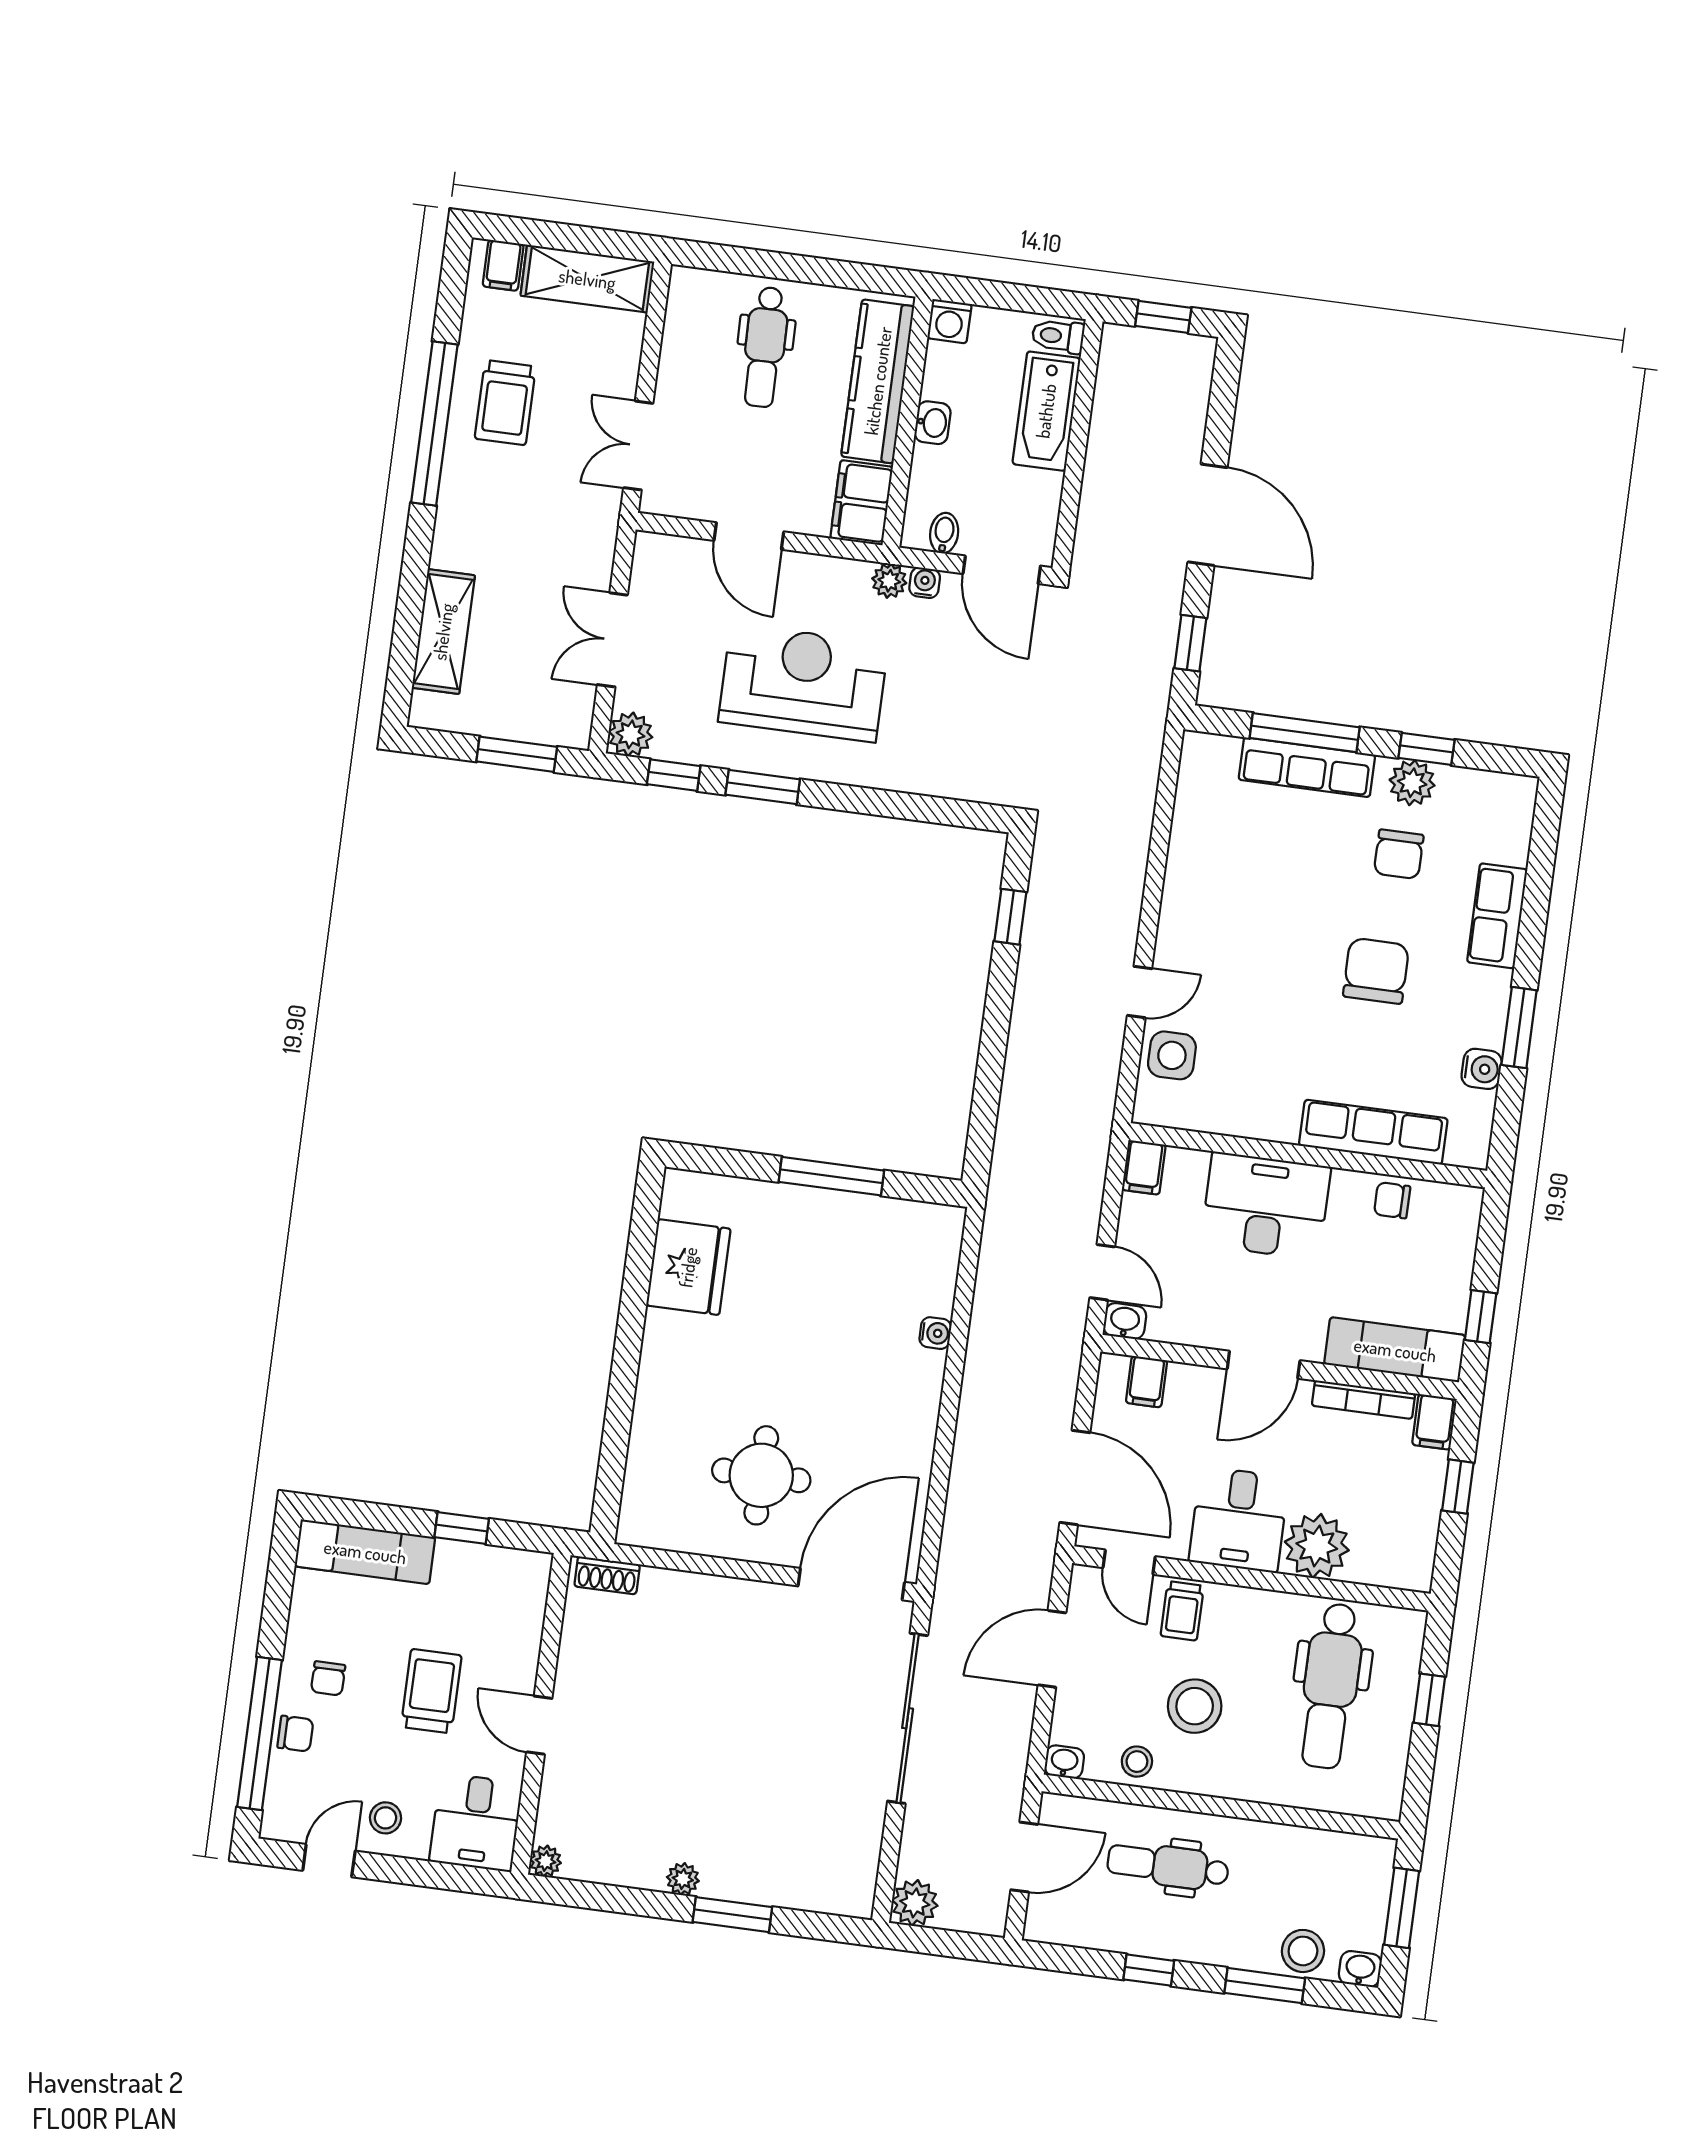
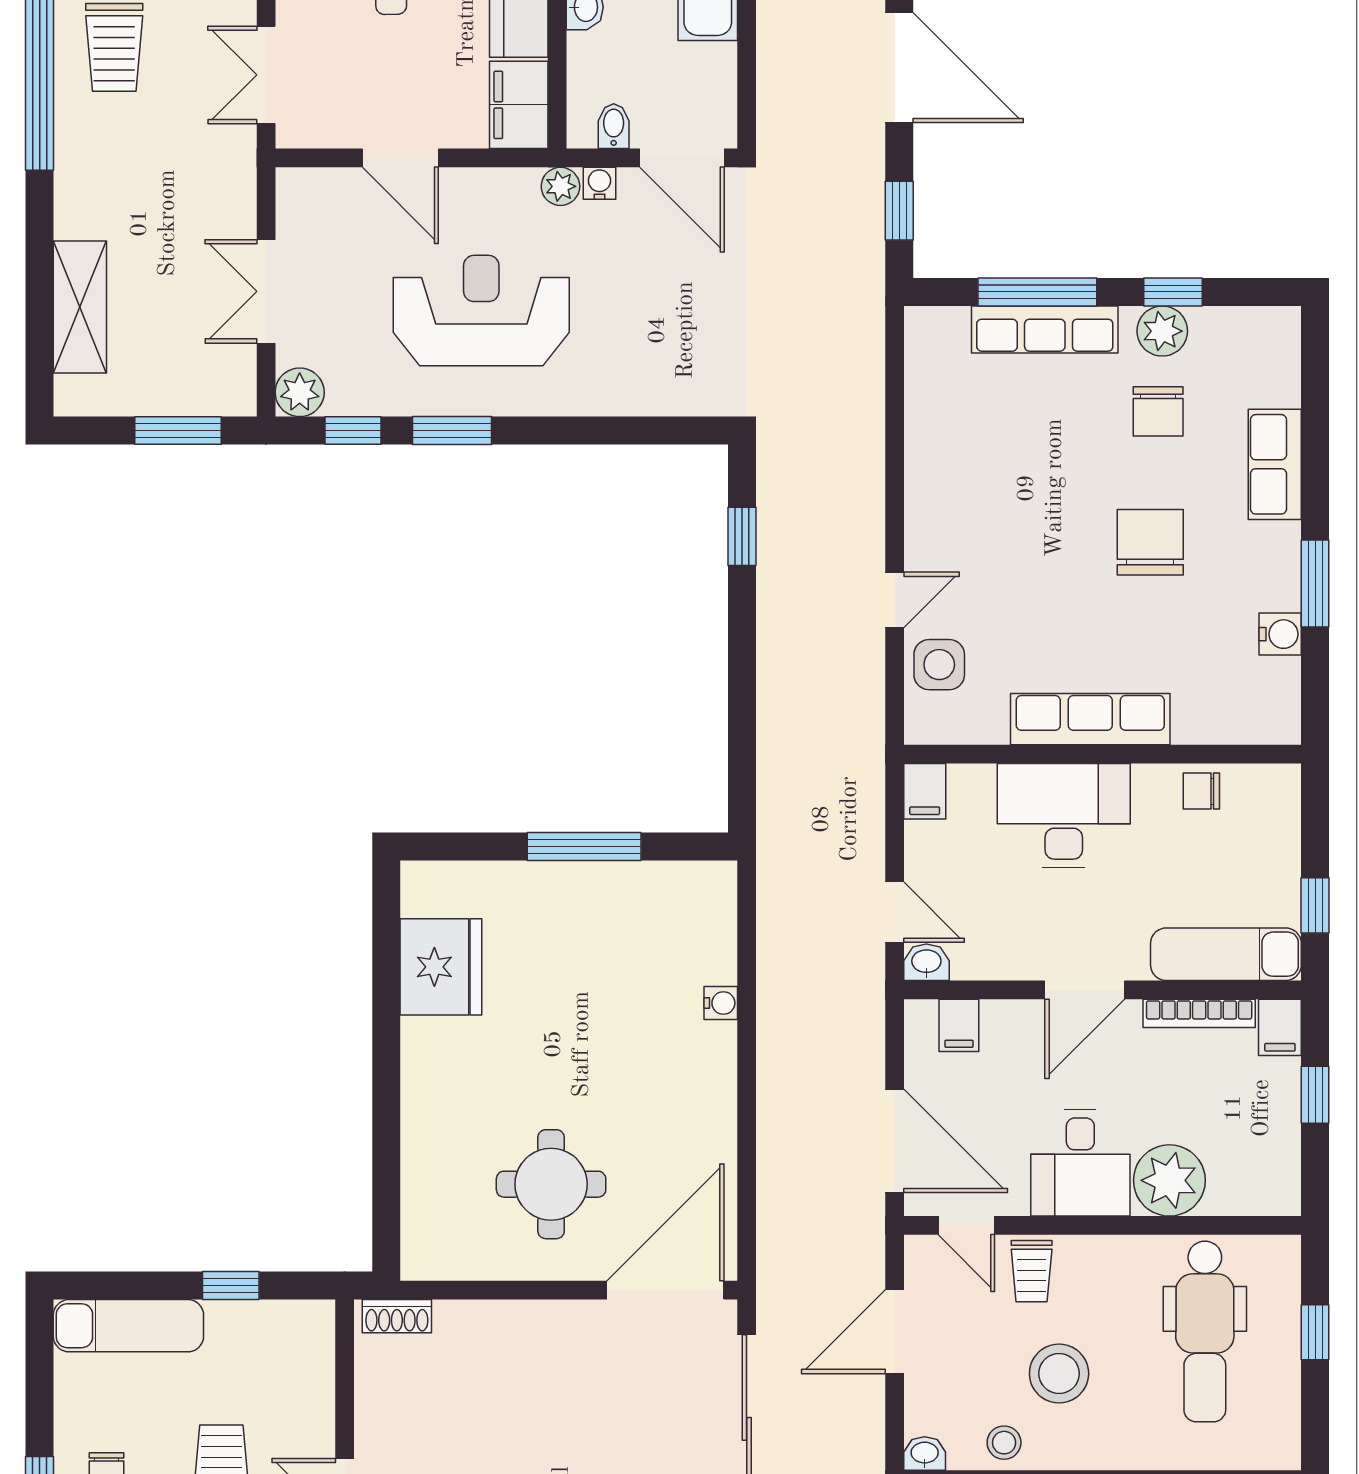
row of seats: (1373, 1132) -> (1090, 719), moved

